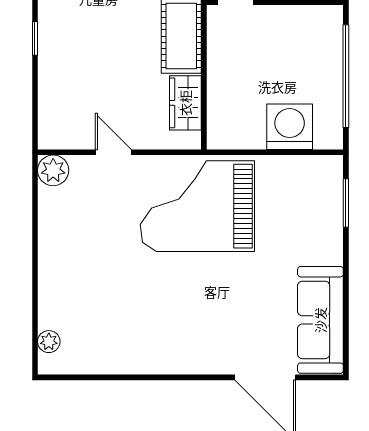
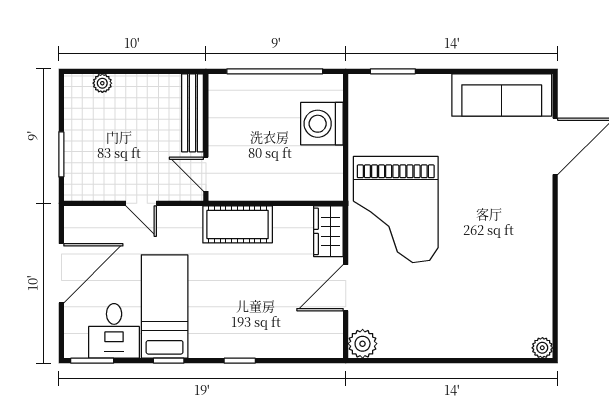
wardrobe: (185, 103) -> (328, 231), moved, turned 90
door: (113, 152) -> (346, 288), width x1.38
plant: (49, 342) -> (542, 348), moved

